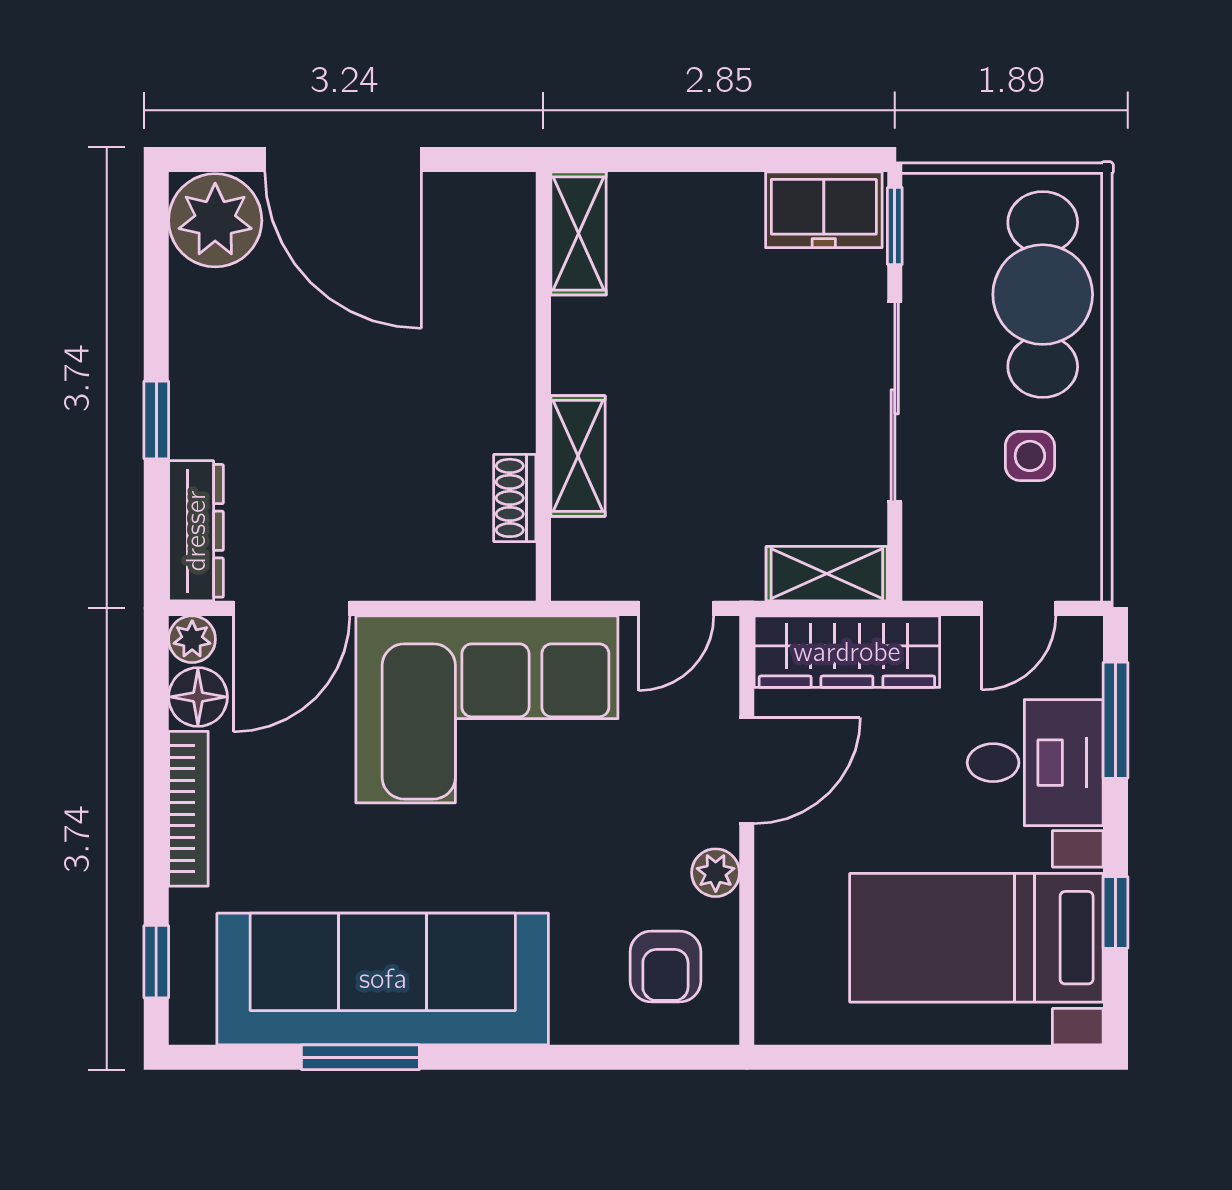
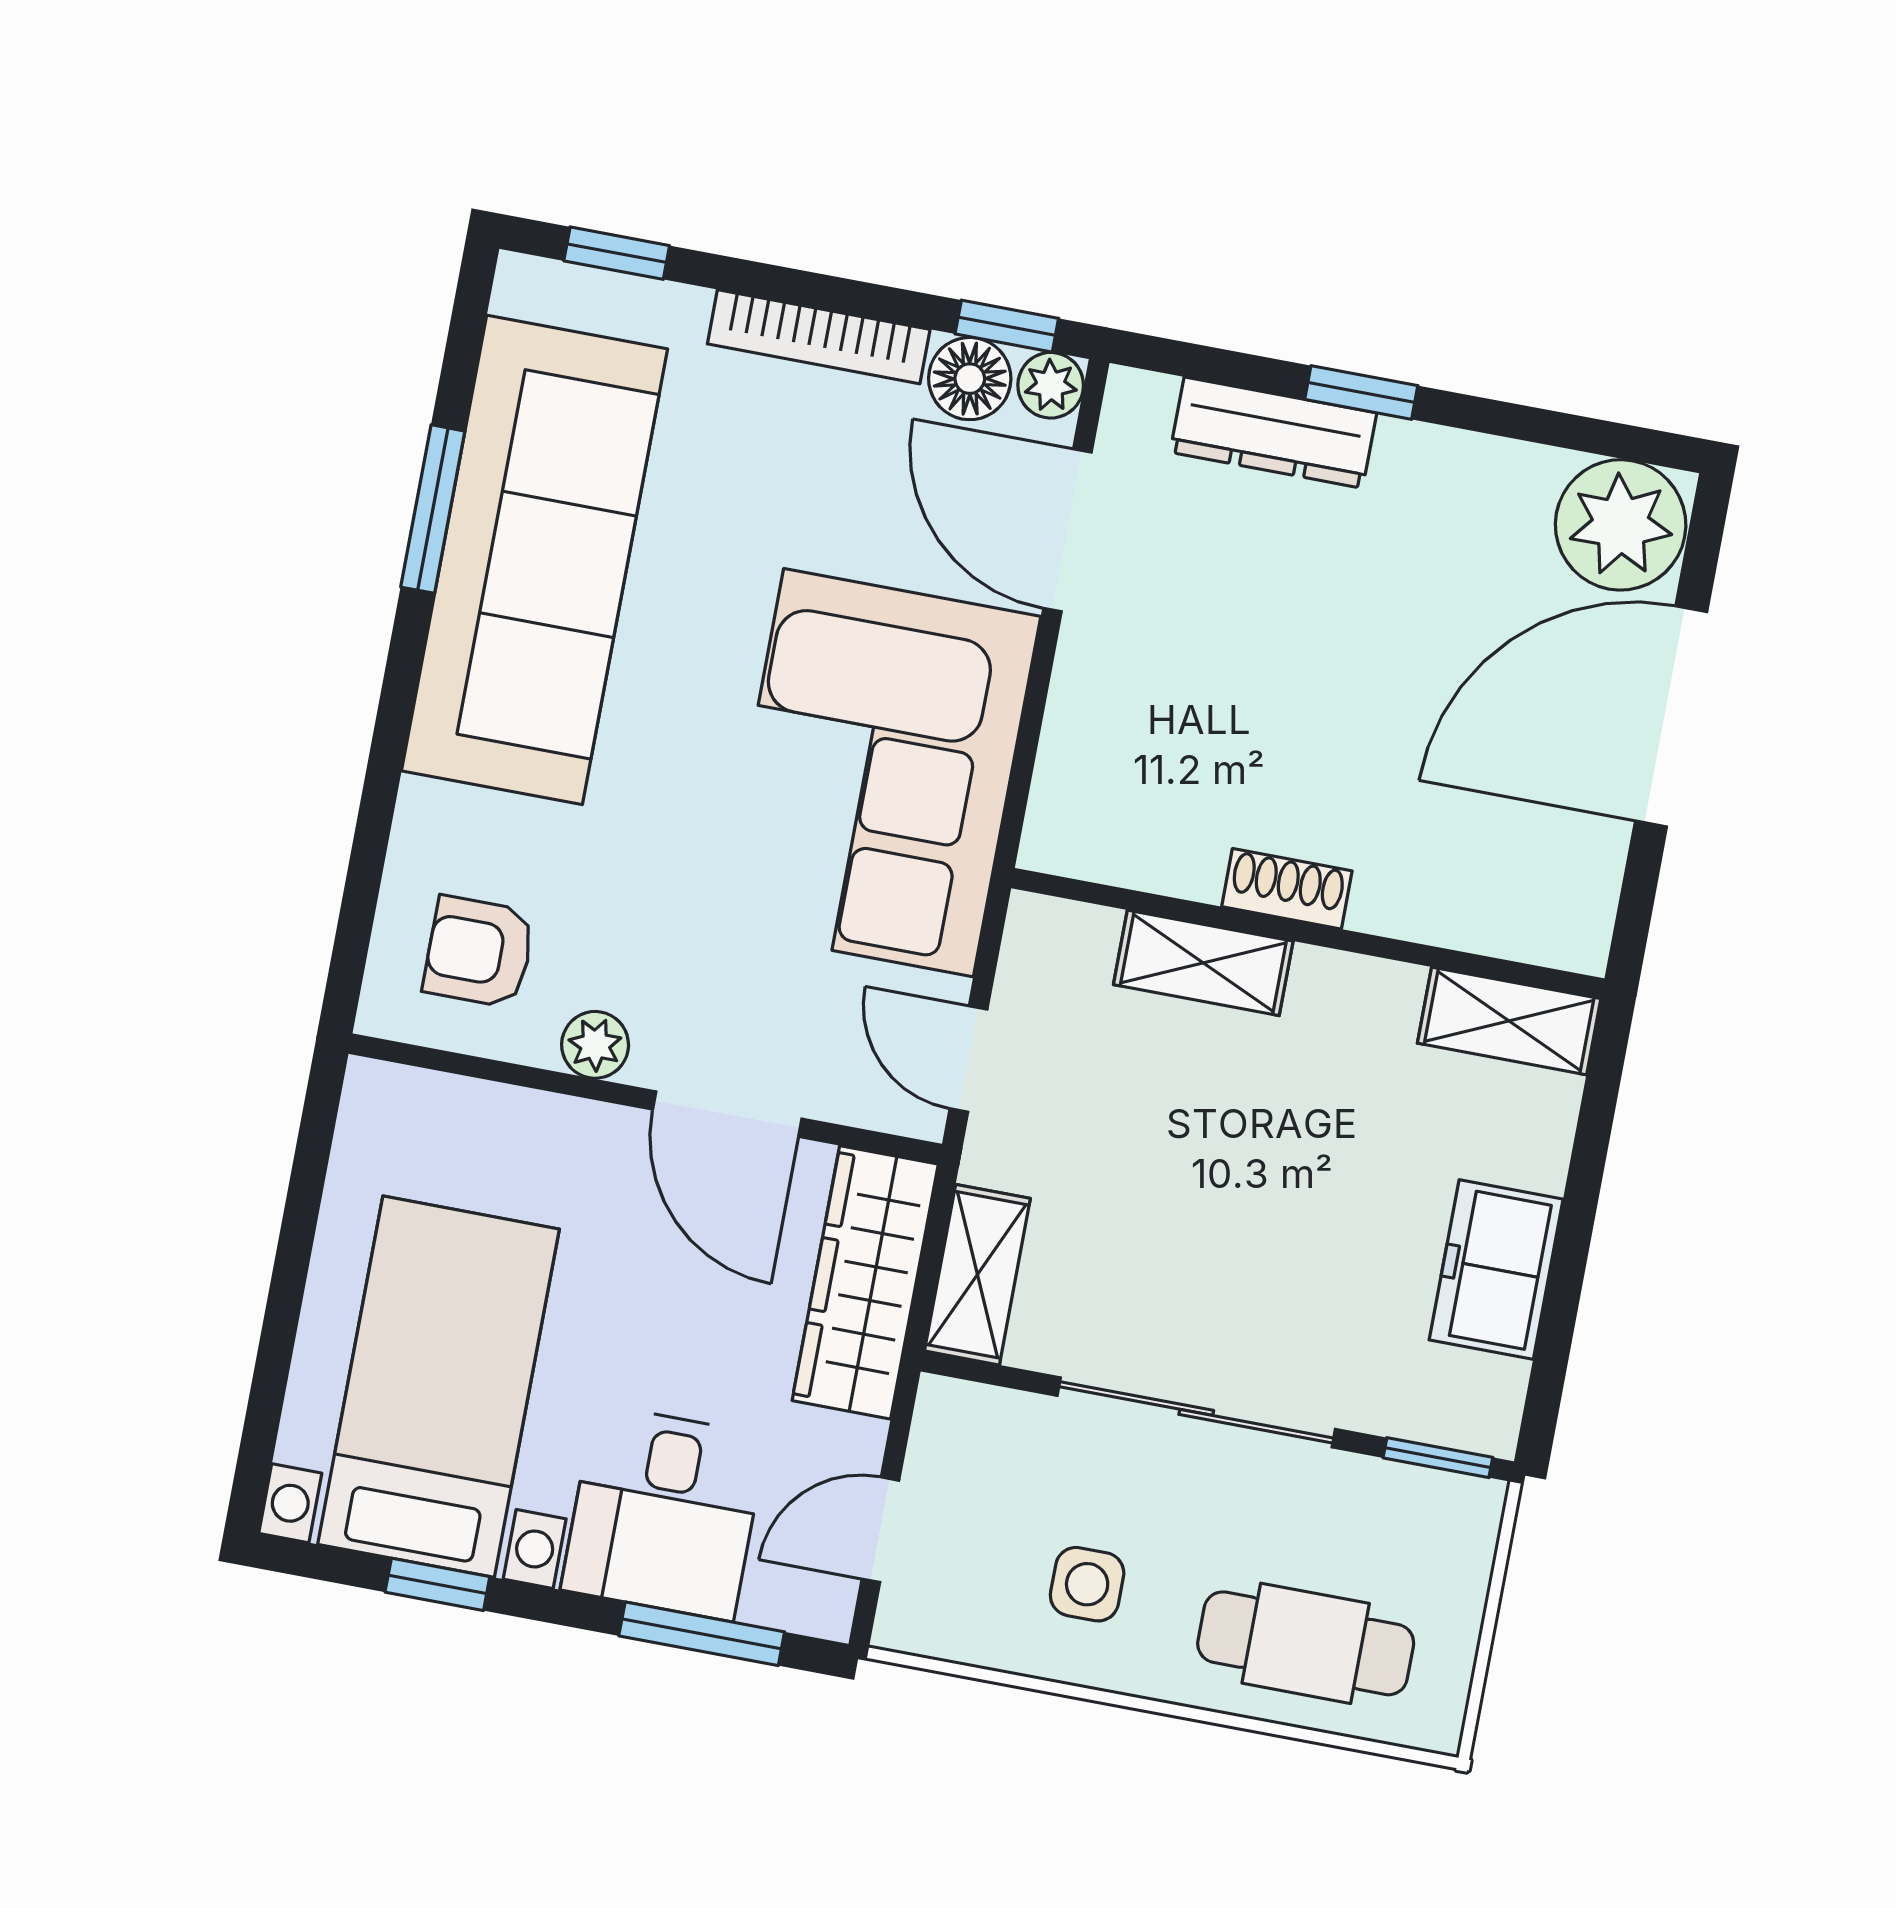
freezer: (824, 210) -> (1496, 1270), moved
cafe table: (1043, 295) -> (1306, 1643), width x0.73, depth x0.74
shoe rack: (515, 498) -> (1287, 889), moved
dresser: (196, 531) -> (1273, 433), moved
door: (1019, 608) -> (880, 1530), hinge flipped
window: (156, 678) -> (1007, 326), added

